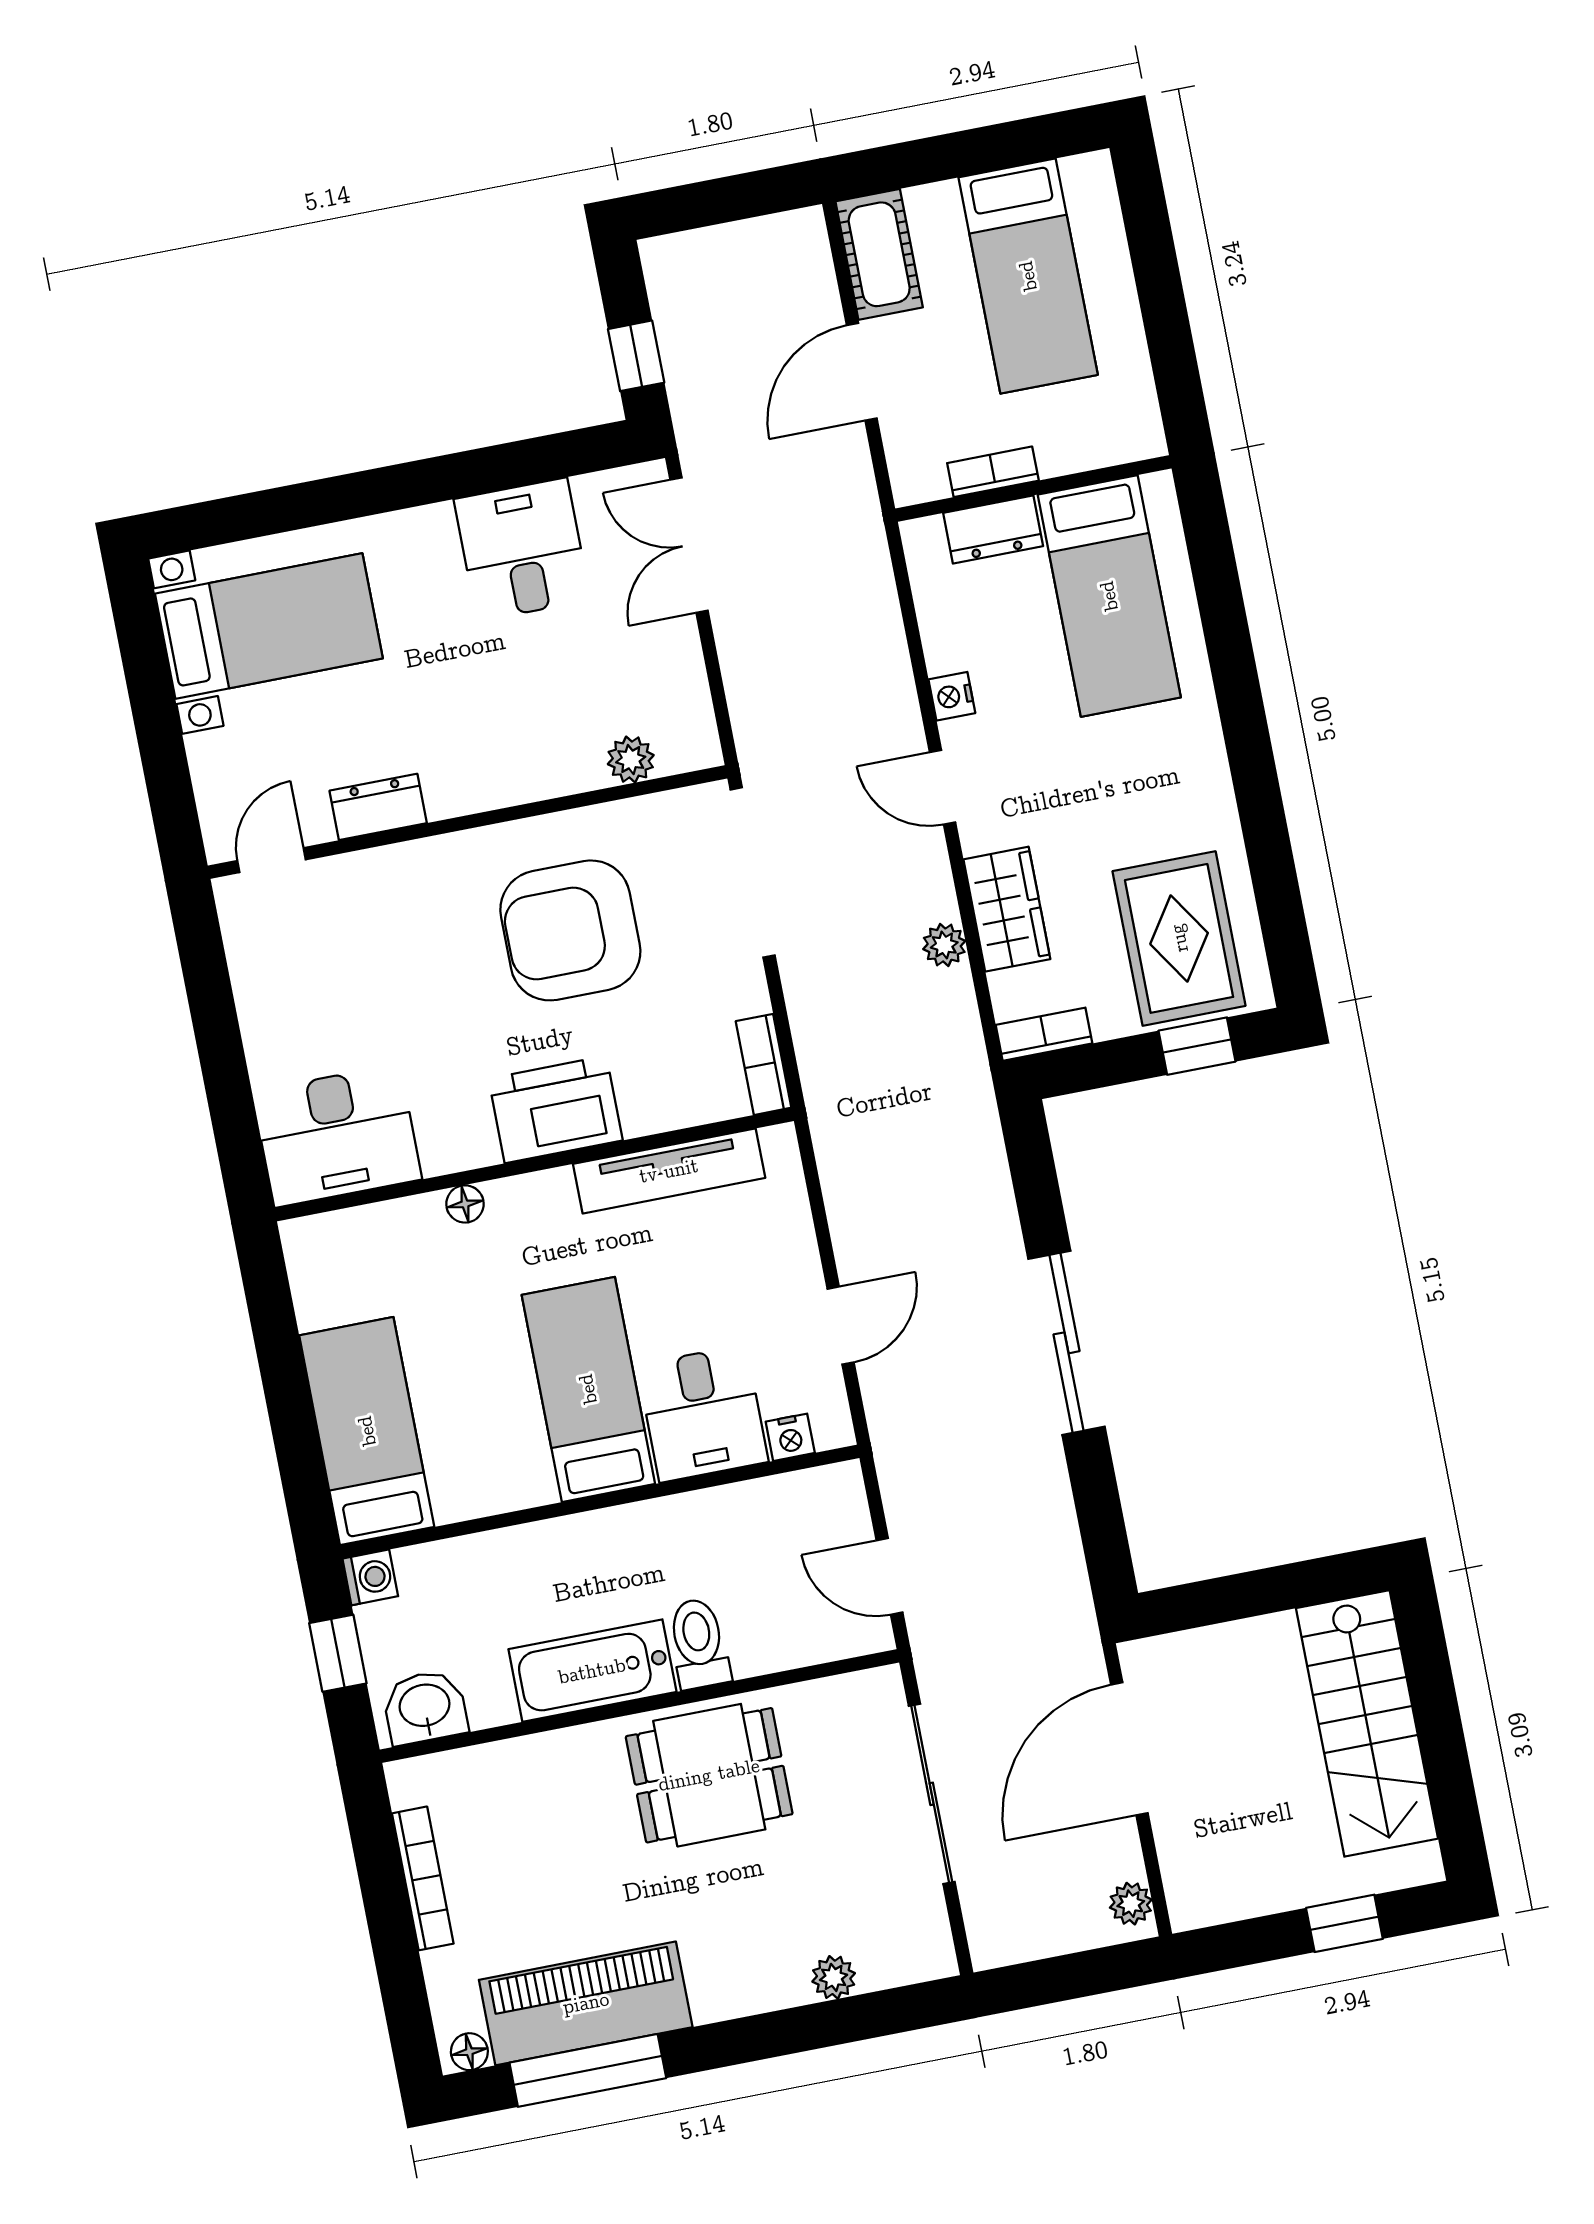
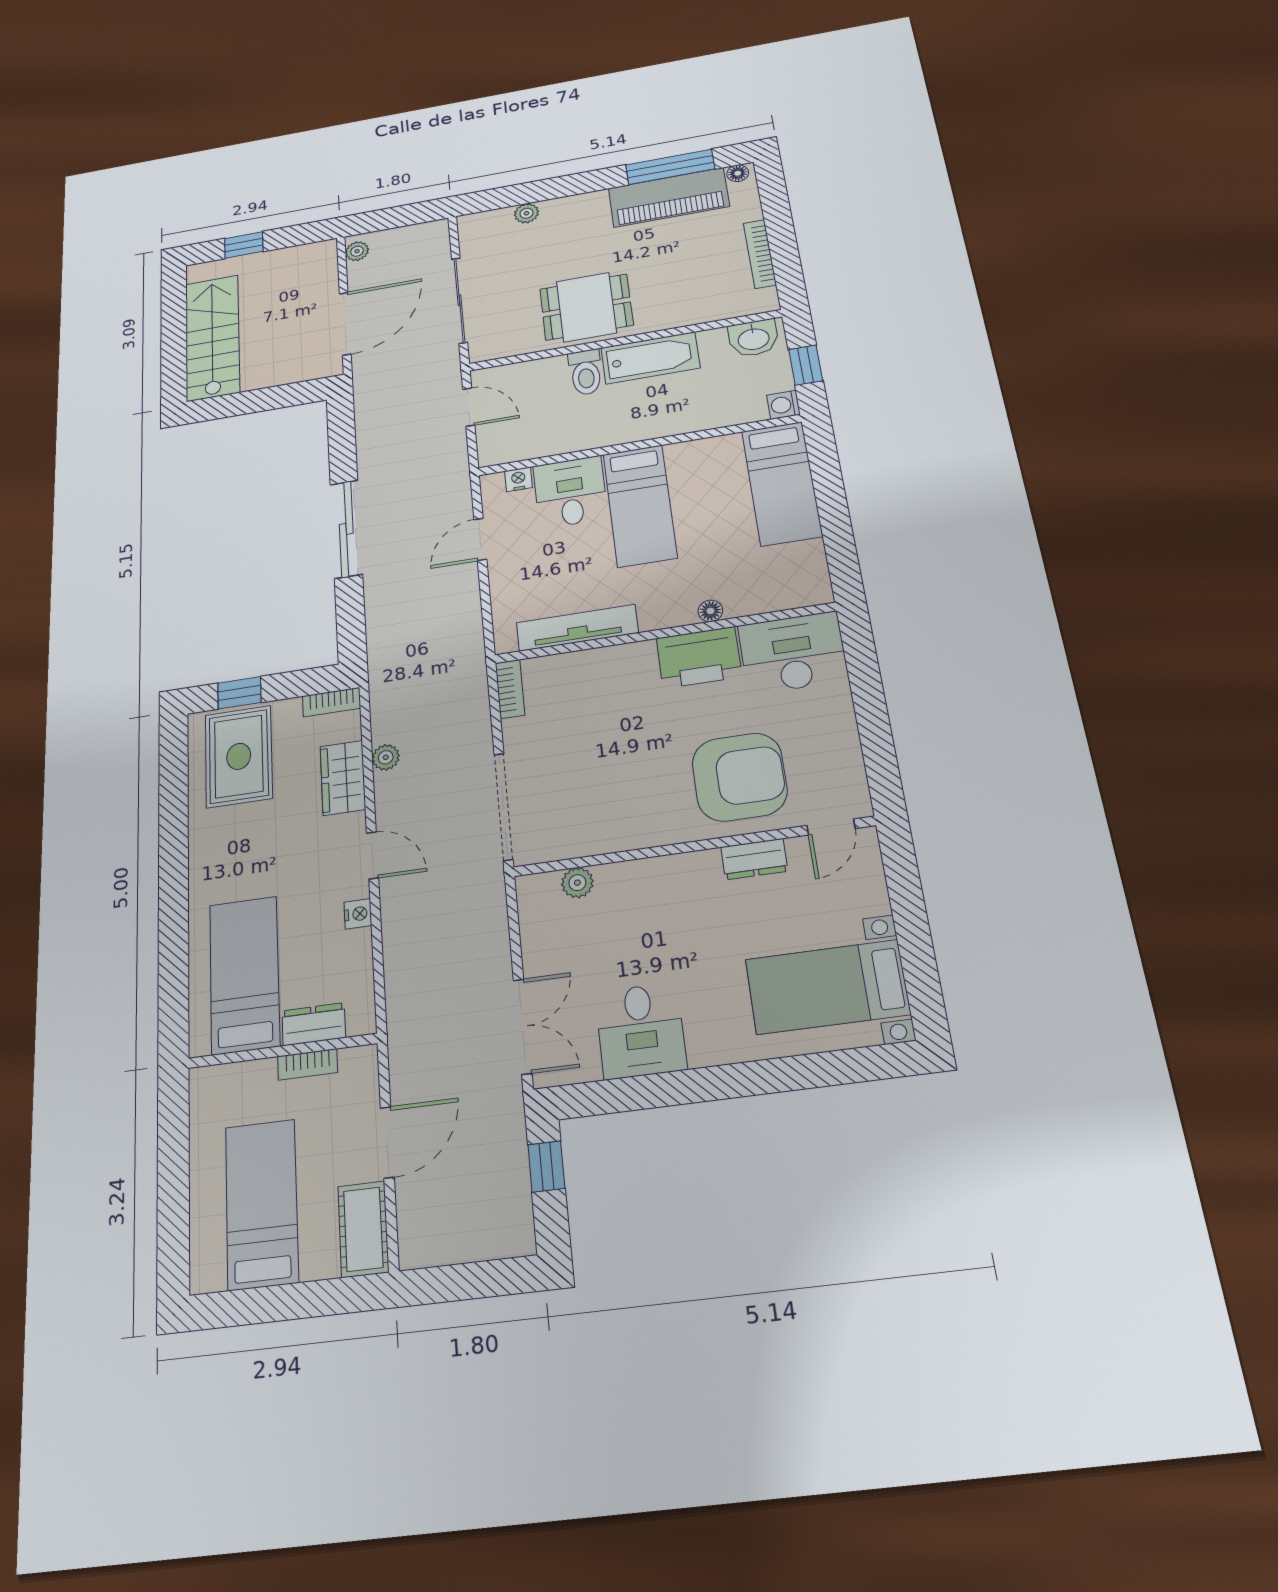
armchair: (570, 930) -> (740, 777), moved
printer: (556, 1110) -> (699, 657), moved

